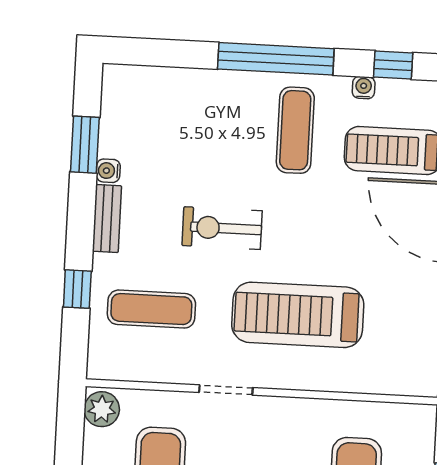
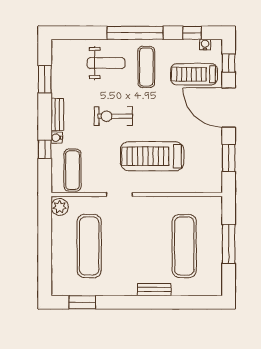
water cooler: (364, 88) -> (205, 45), moved
weight bench: (213, 118) -> (106, 63), added
water cooler: (108, 171) -> (57, 138), moved
exercise mat: (151, 309) -> (72, 170), moved, turned 90

